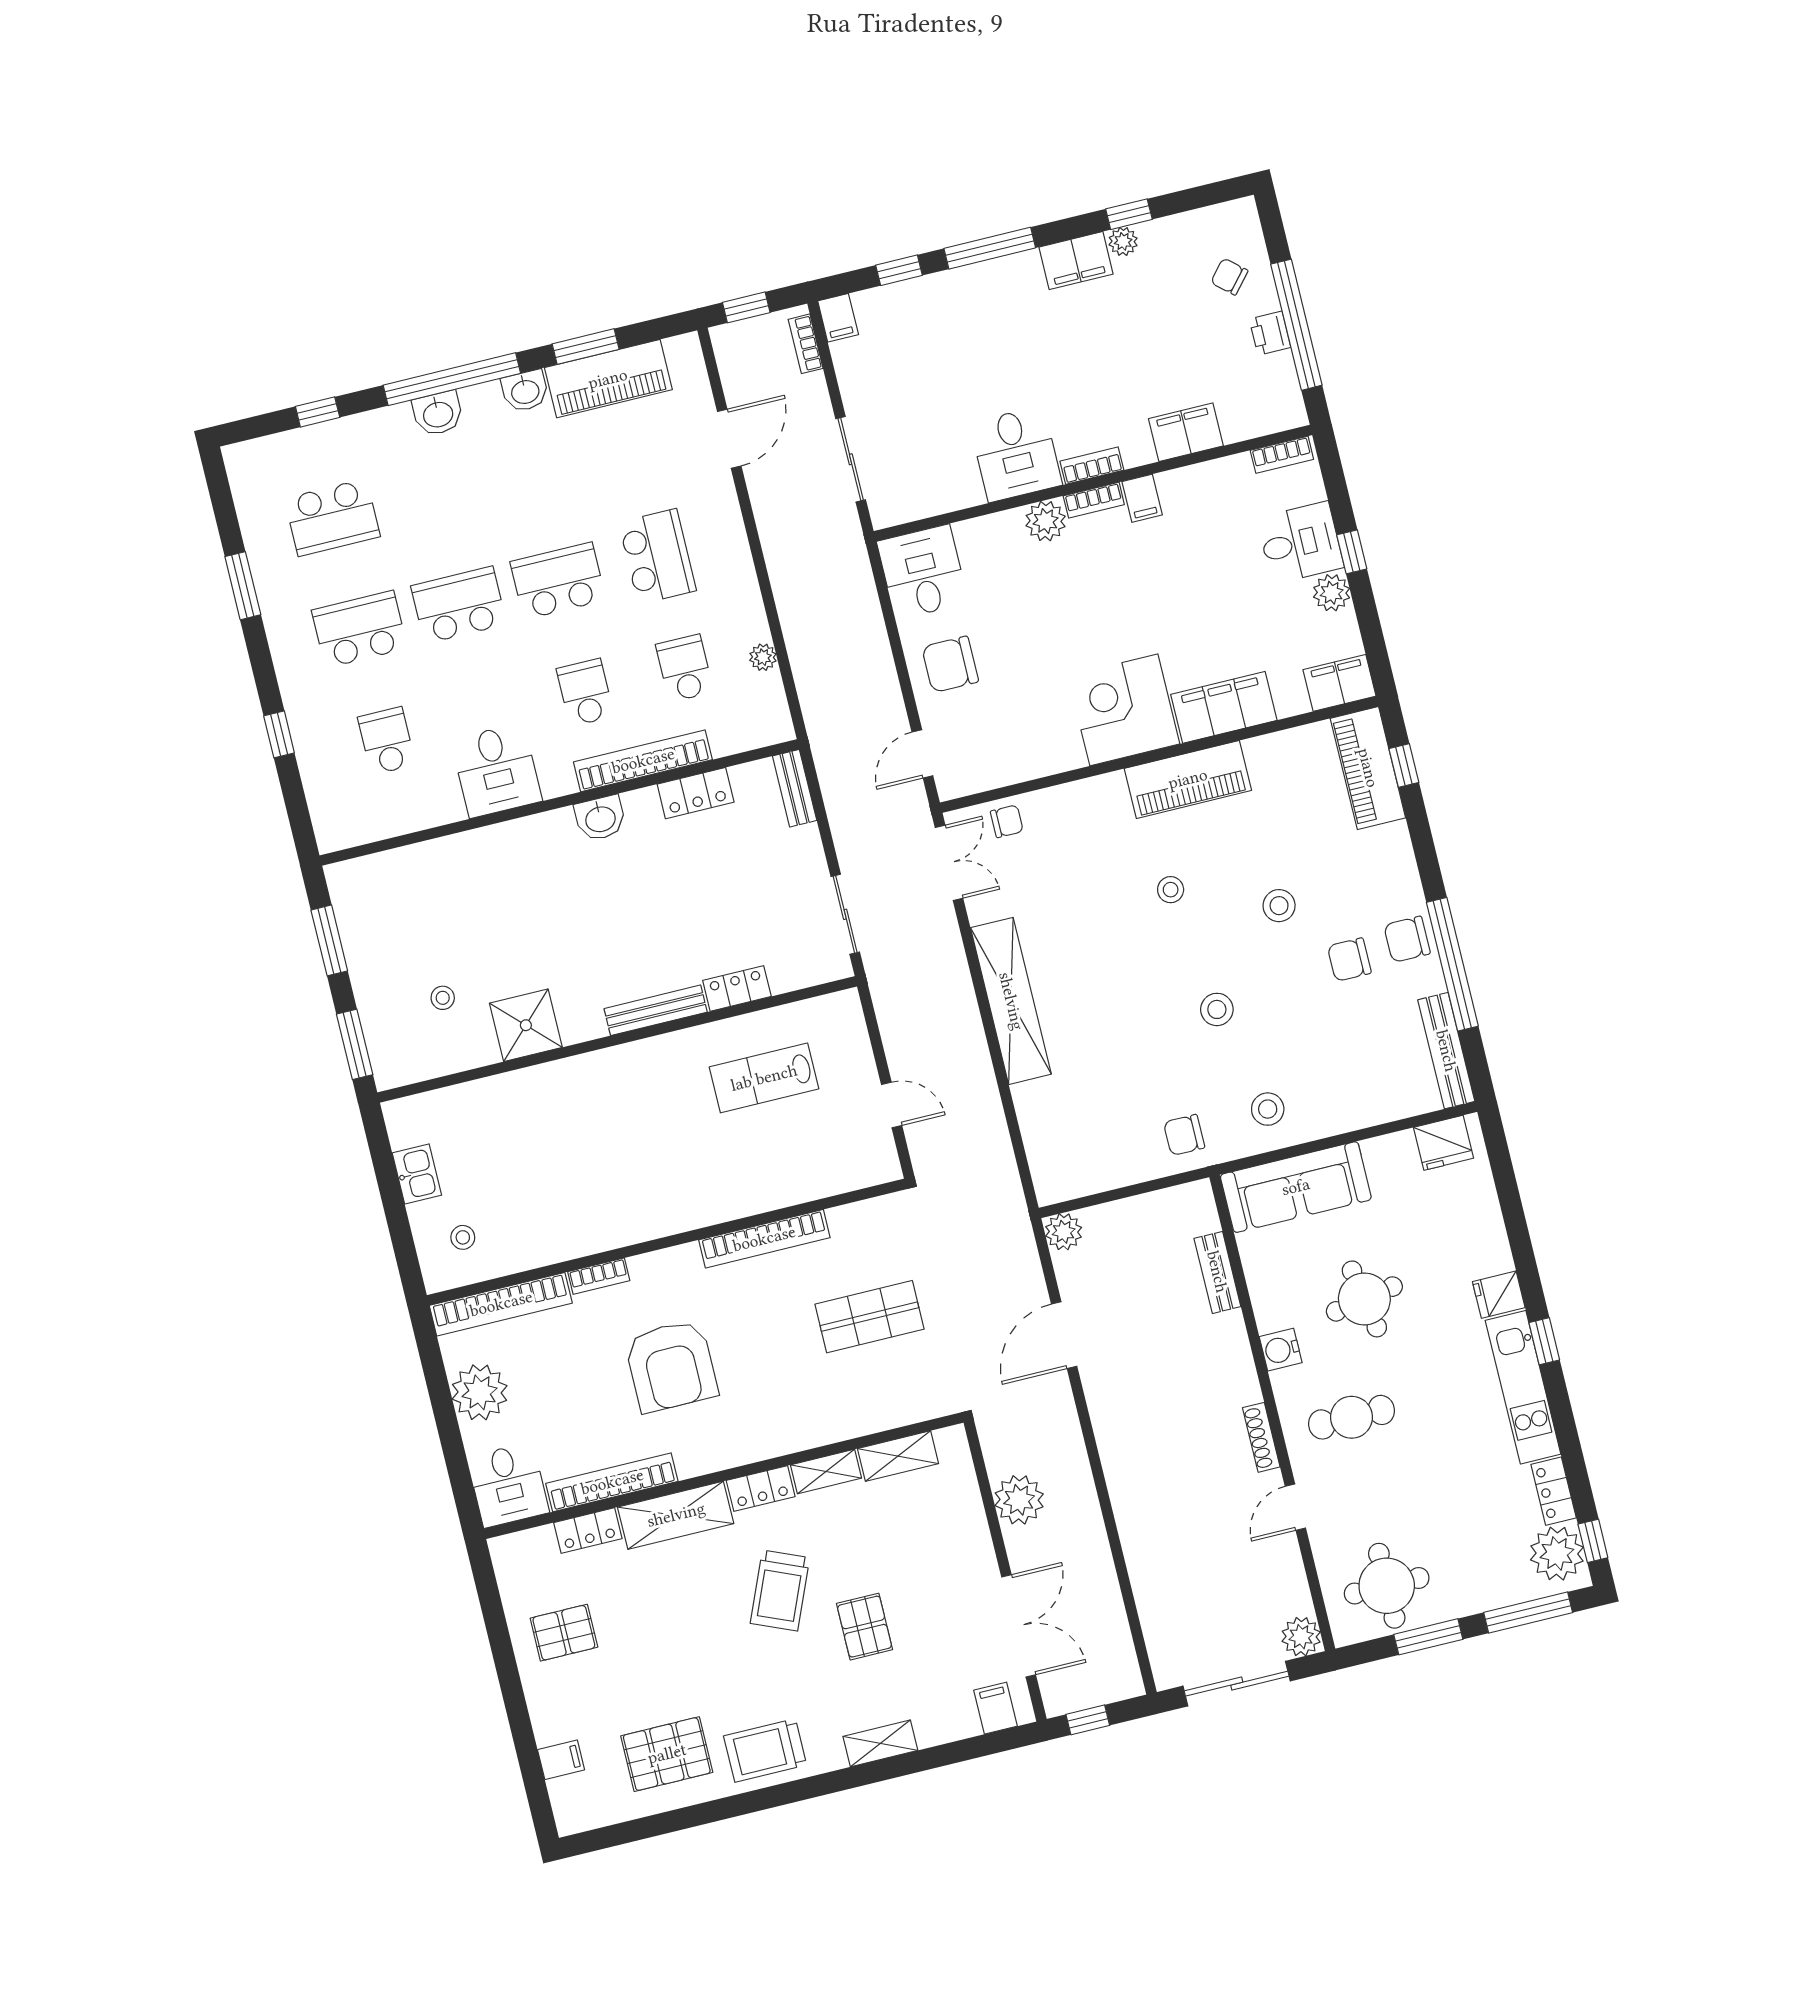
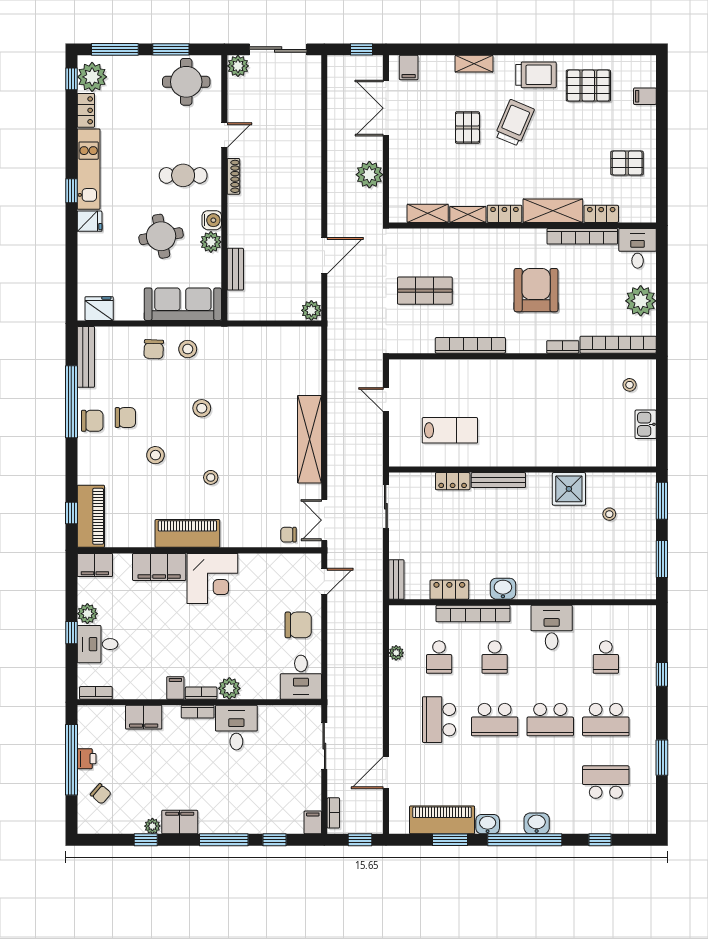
chair: (1184, 1135) -> (154, 349), moved, turned 92
plant: (1273, 1310) -> (211, 242), added
trolley: (780, 1591) -> (515, 123), moved

